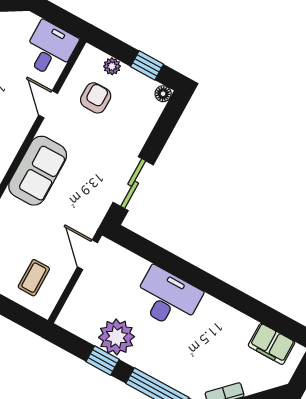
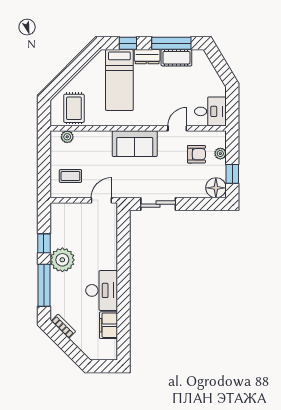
floor lamp: (163, 94) -> (216, 188), width x1.89, depth x1.89
desk: (167, 298) -> (102, 290), moved
plant: (117, 337) -> (62, 260), moved
filing cabinet: (272, 344) -> (108, 325), moved

